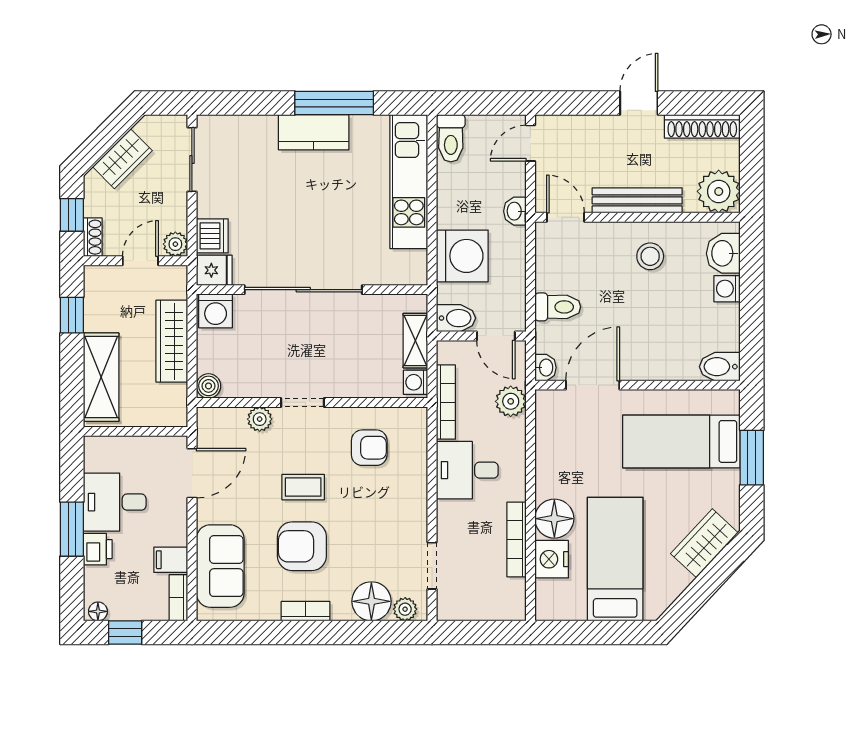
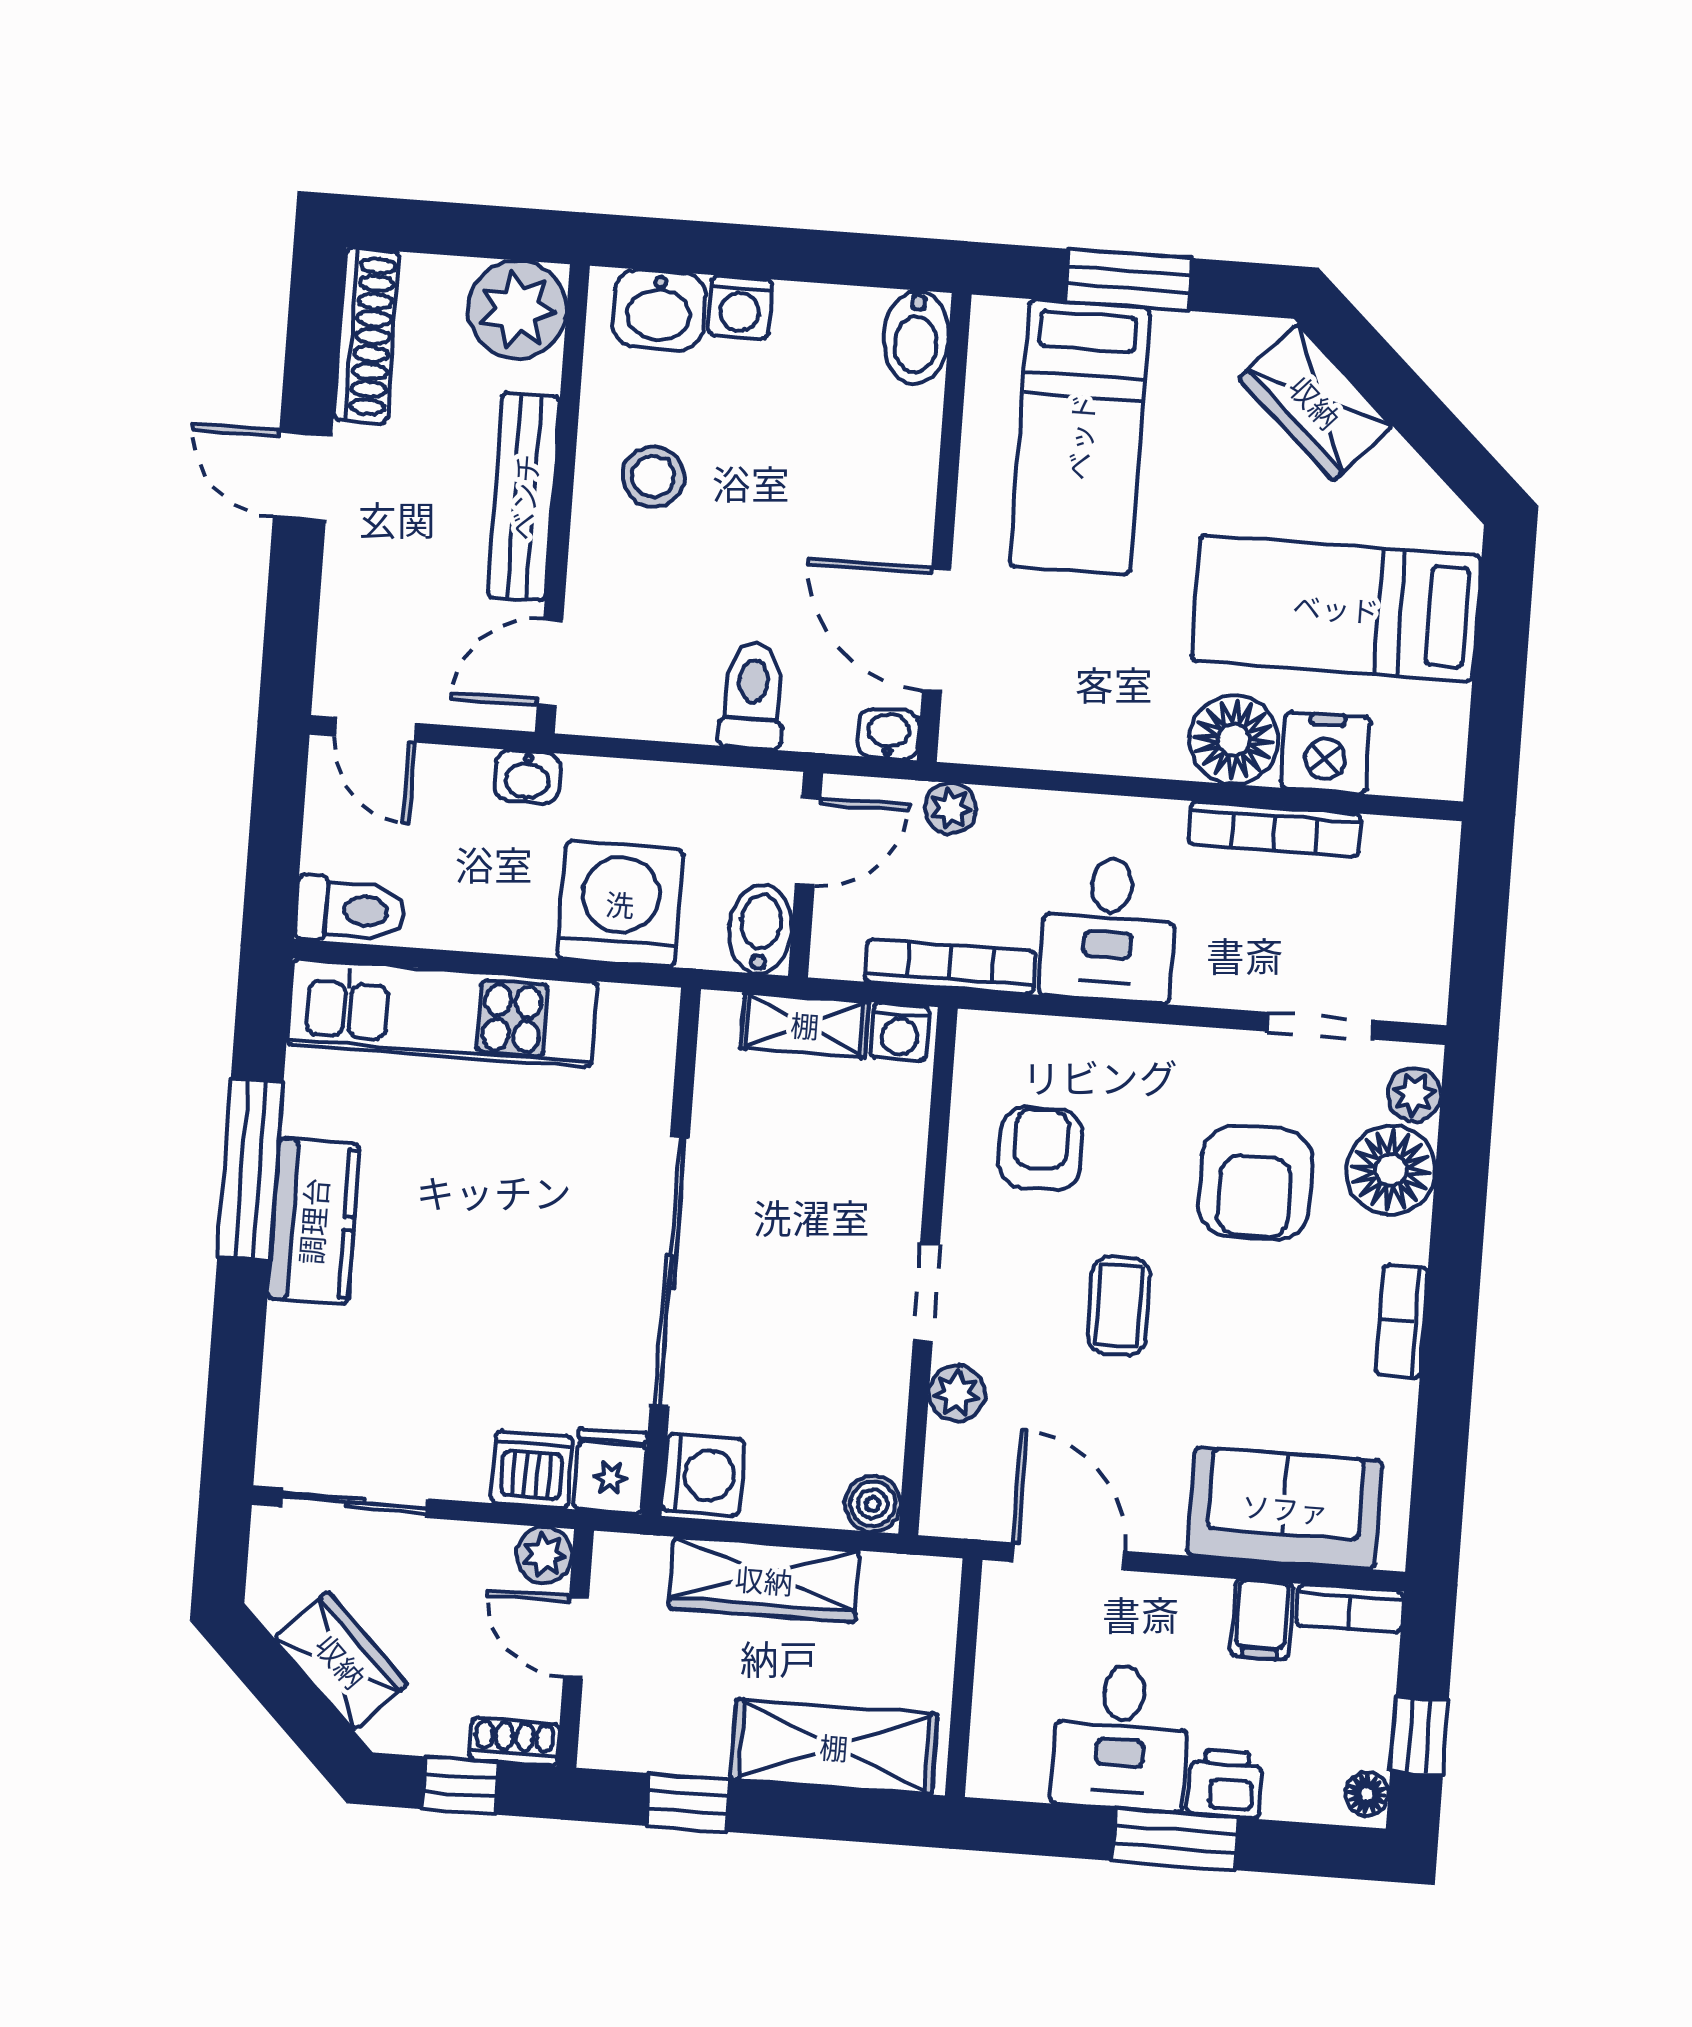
plant: (511, 401) -> (951, 808), width x0.73, depth x0.73
armchair: (302, 546) -> (1255, 1183), moved

